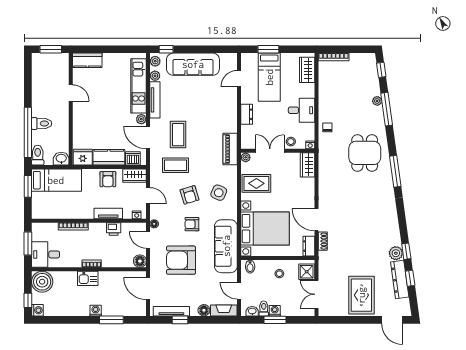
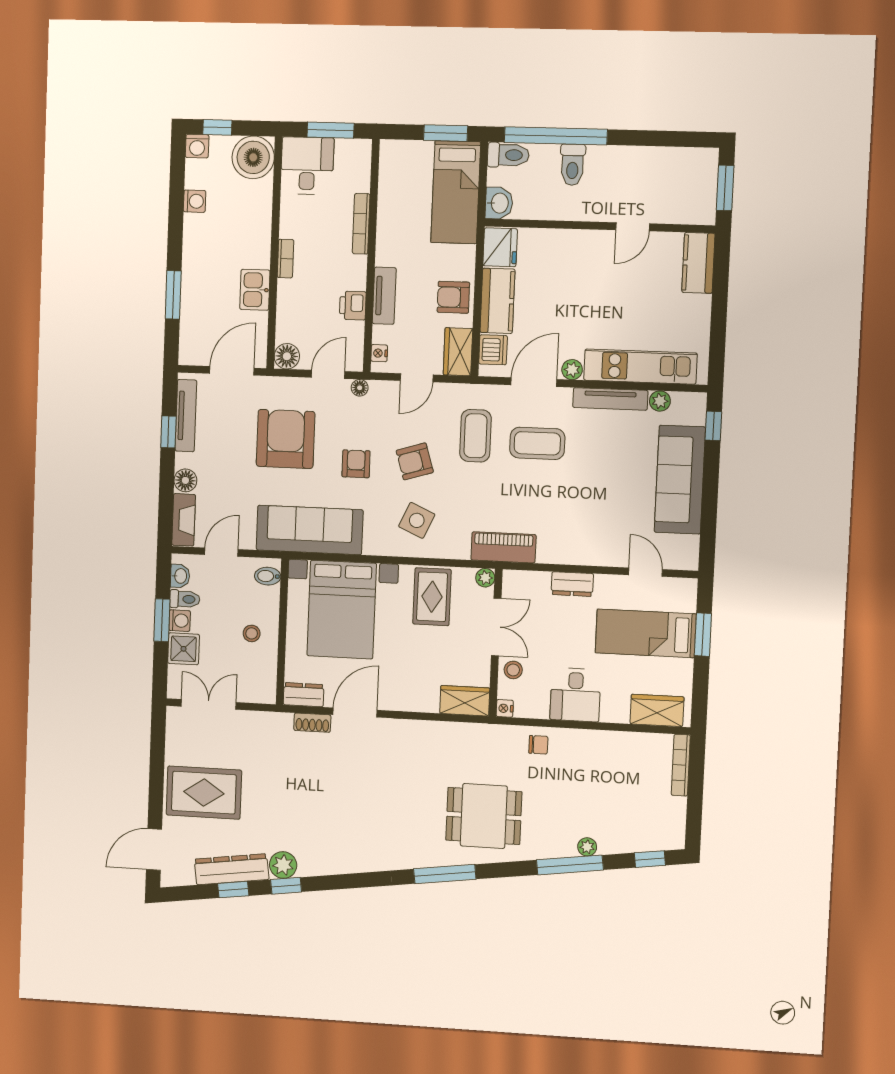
plant: (155, 61) -> (690, 403), removed
shower: (307, 272) -> (184, 649), moved
kitchen sink: (88, 278) -> (255, 290), moved
washing machine: (96, 311) -> (195, 201), moved

